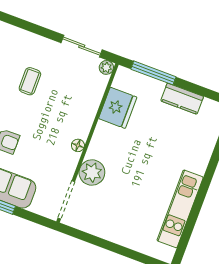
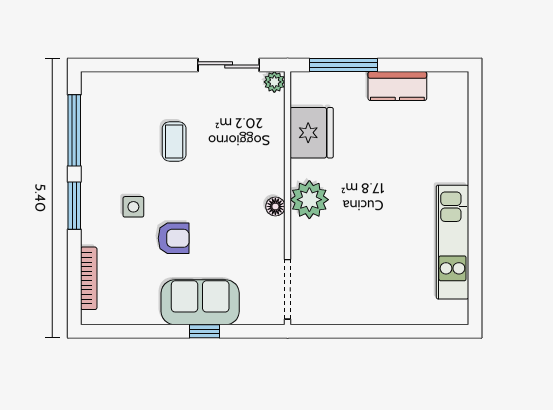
plant: (92, 172) -> (309, 200), moved

